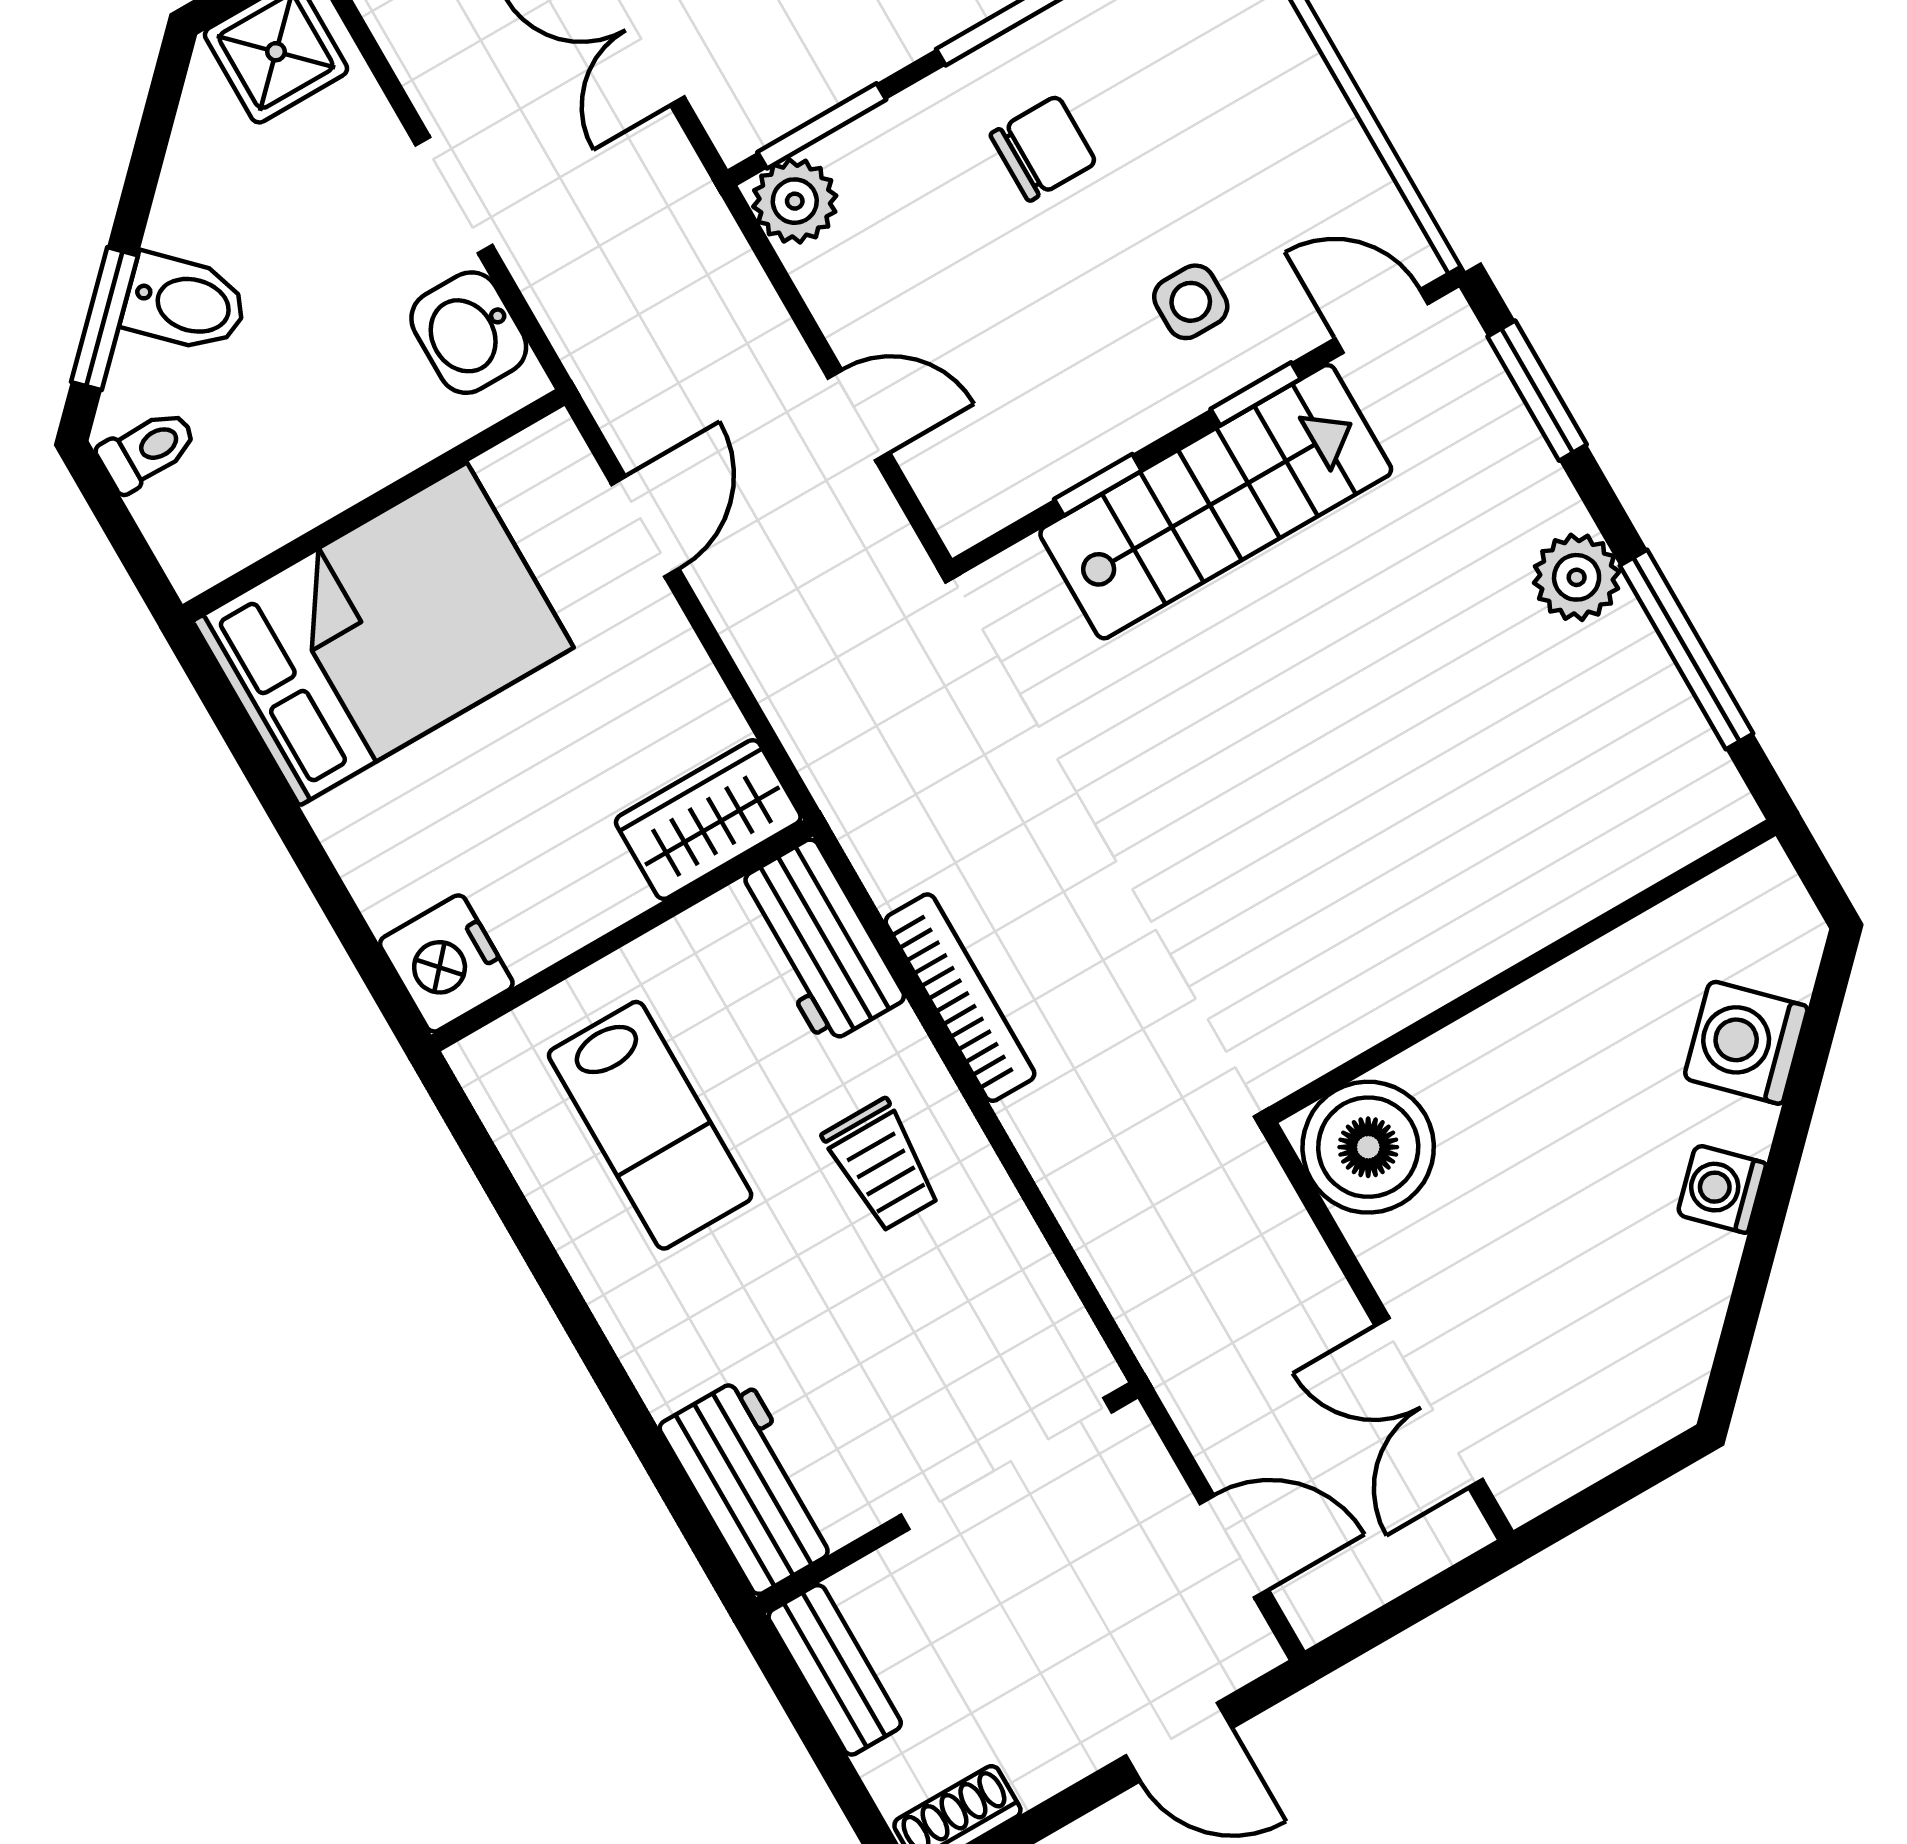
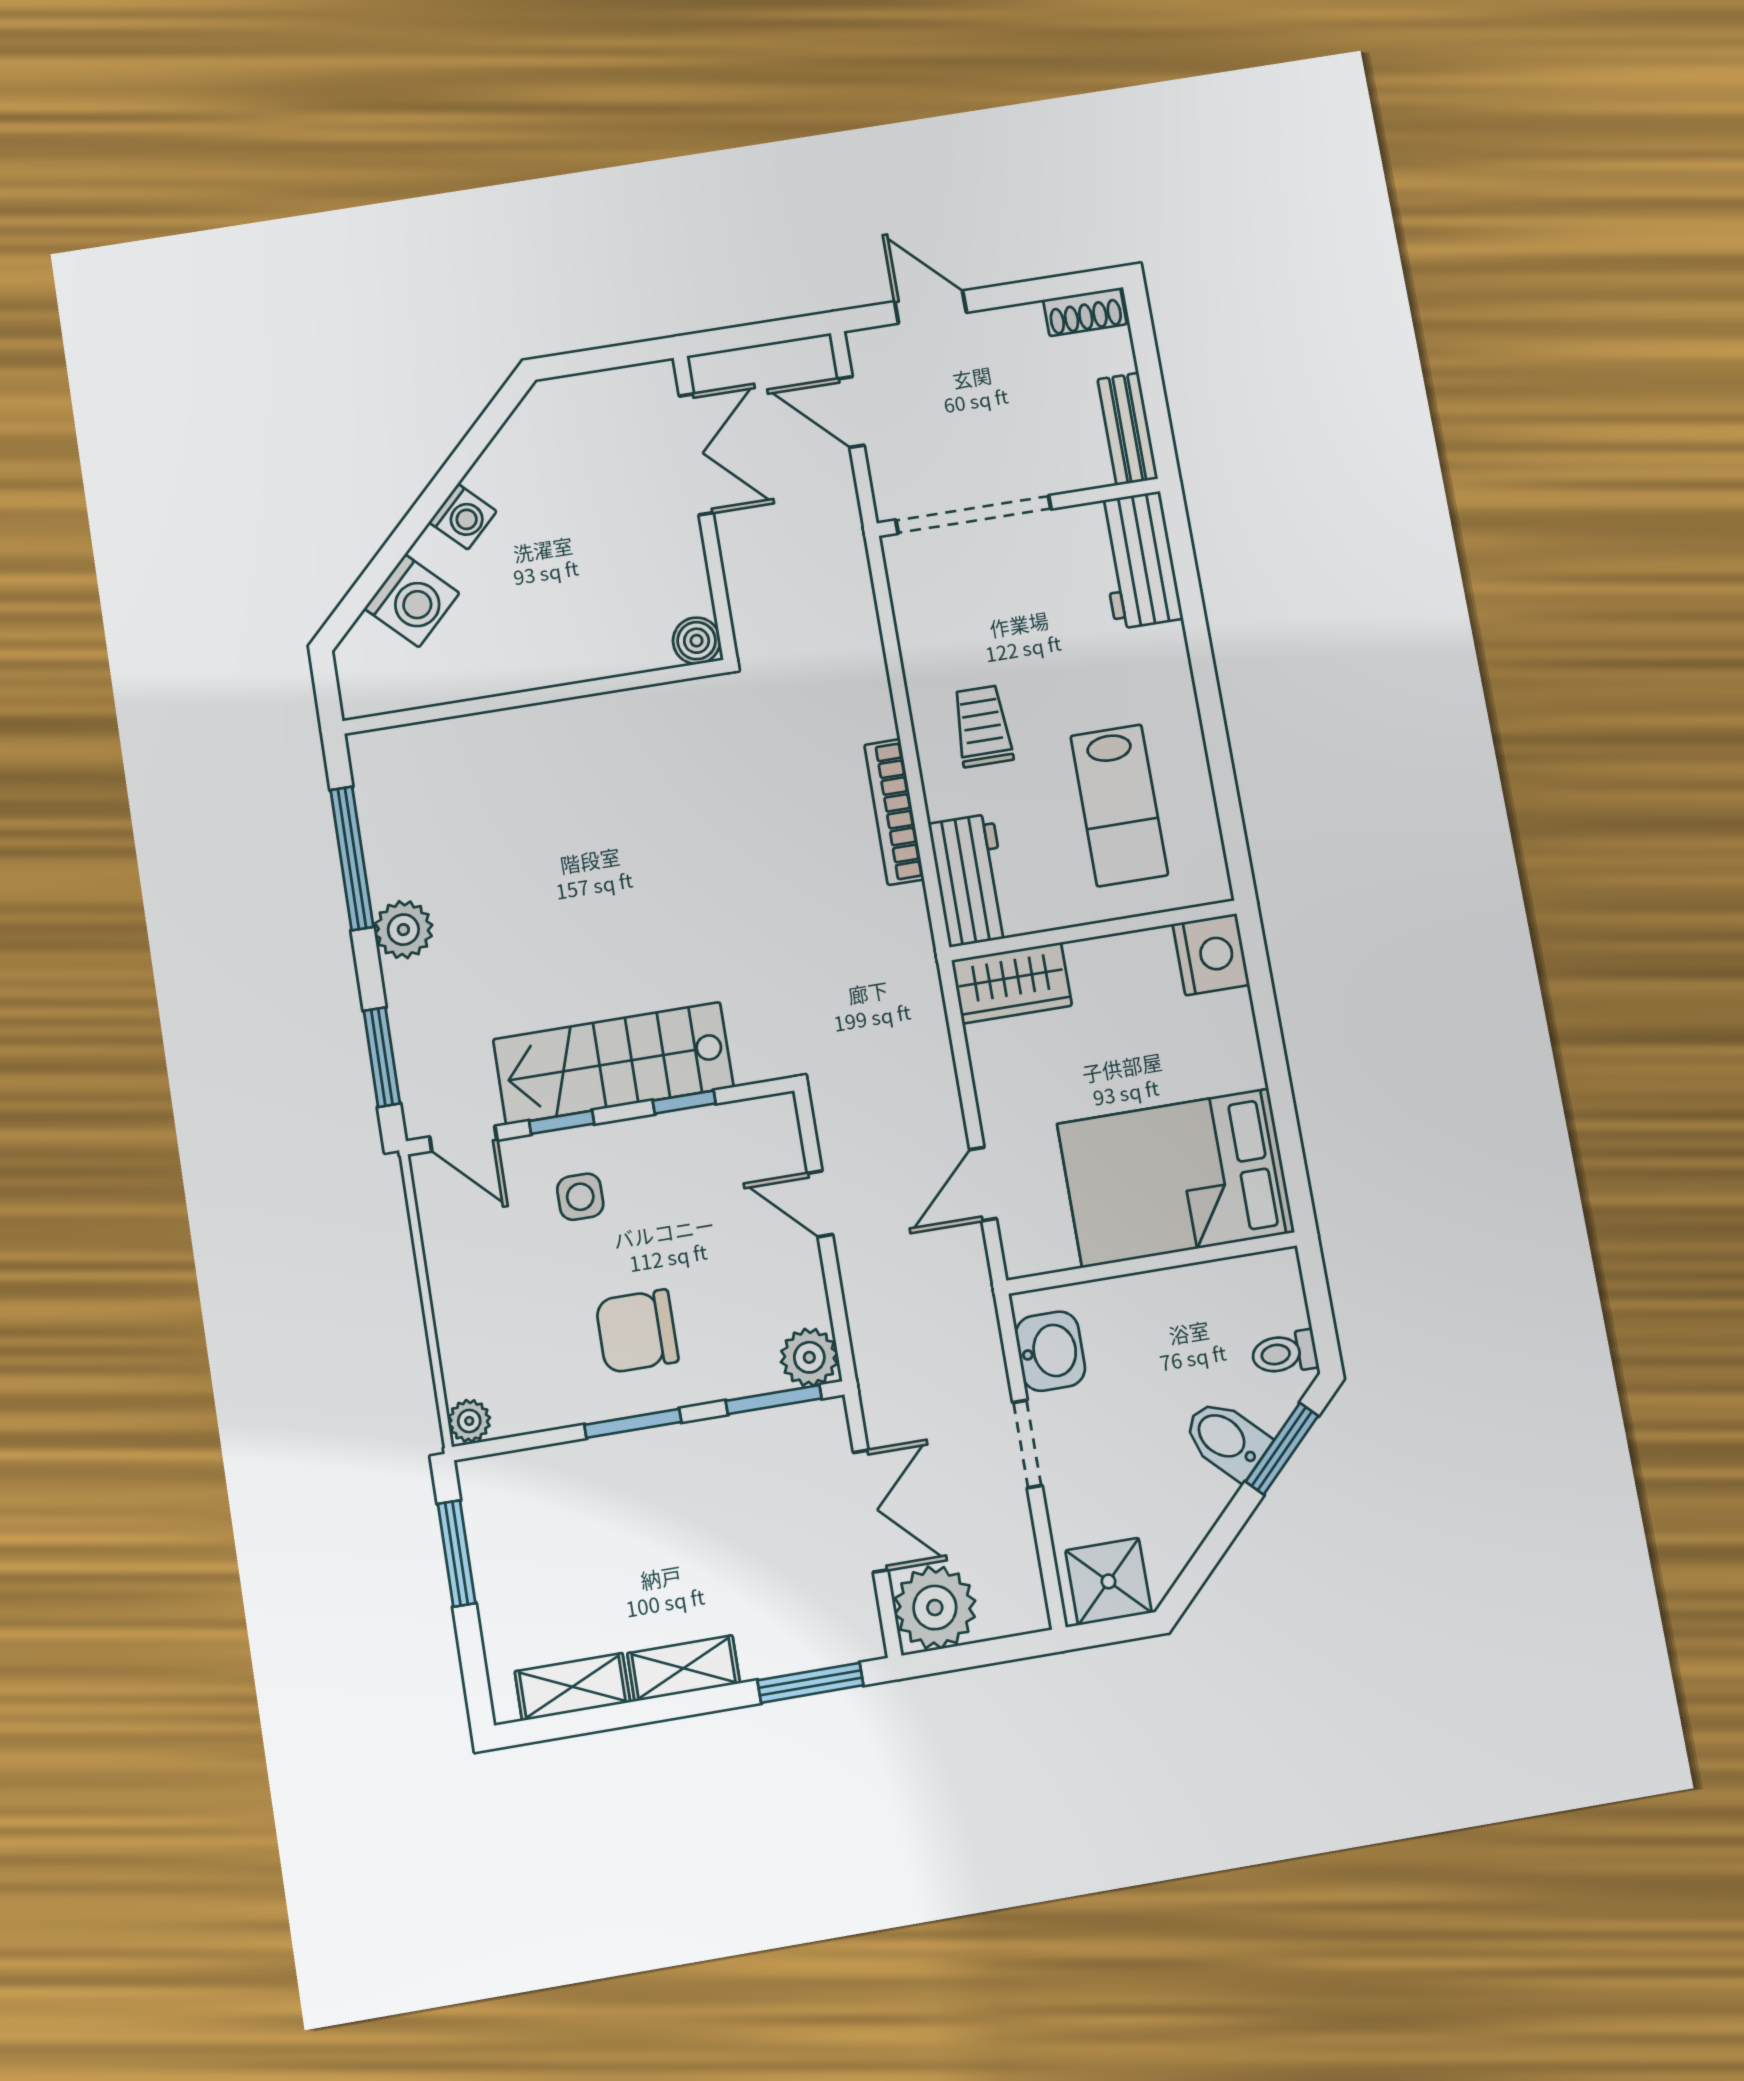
chair: (1043, 148) -> (637, 1331), width x1.37, depth x1.37
lab bench: (650, 1125) -> (1119, 805), turned 180
boiler: (1368, 1147) -> (697, 641), width x0.54, depth x0.54

